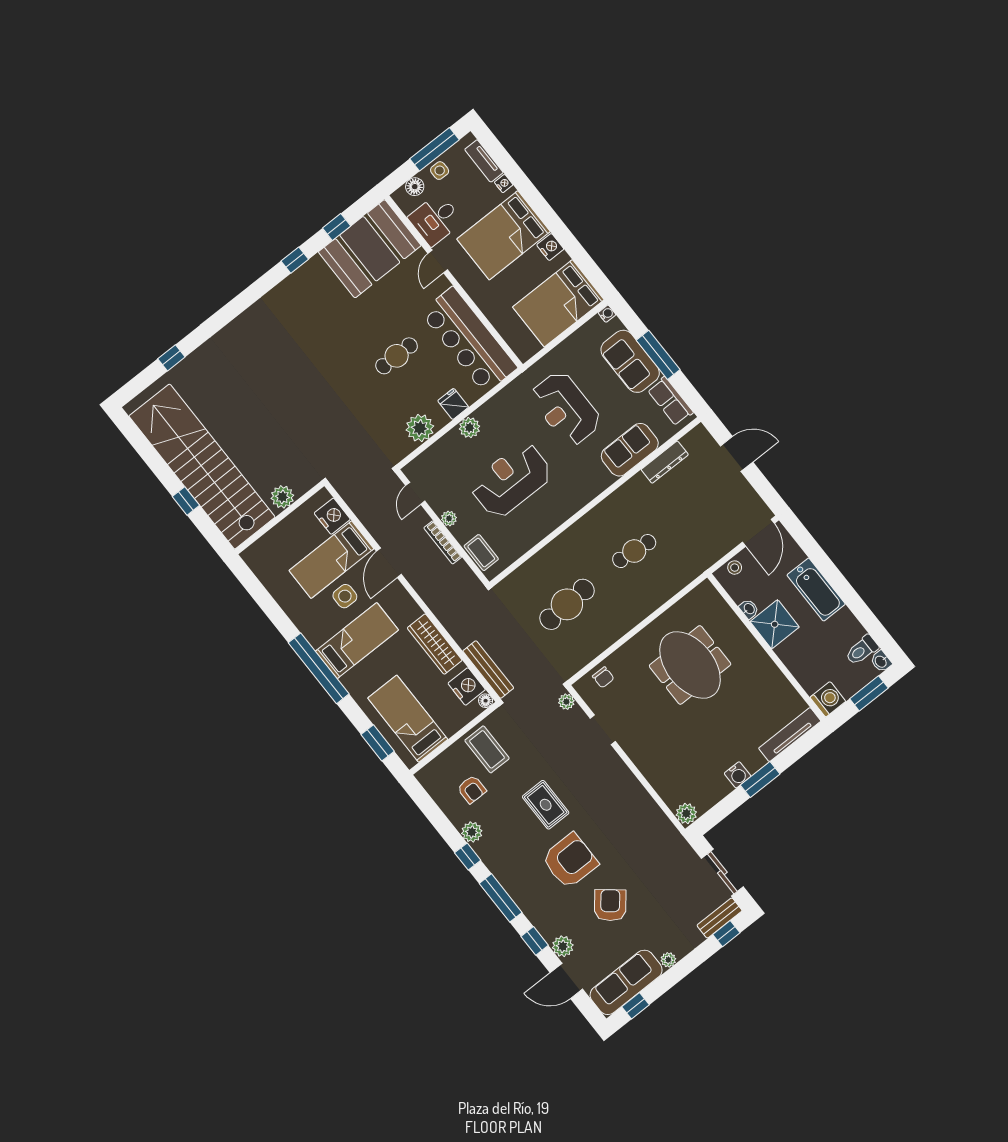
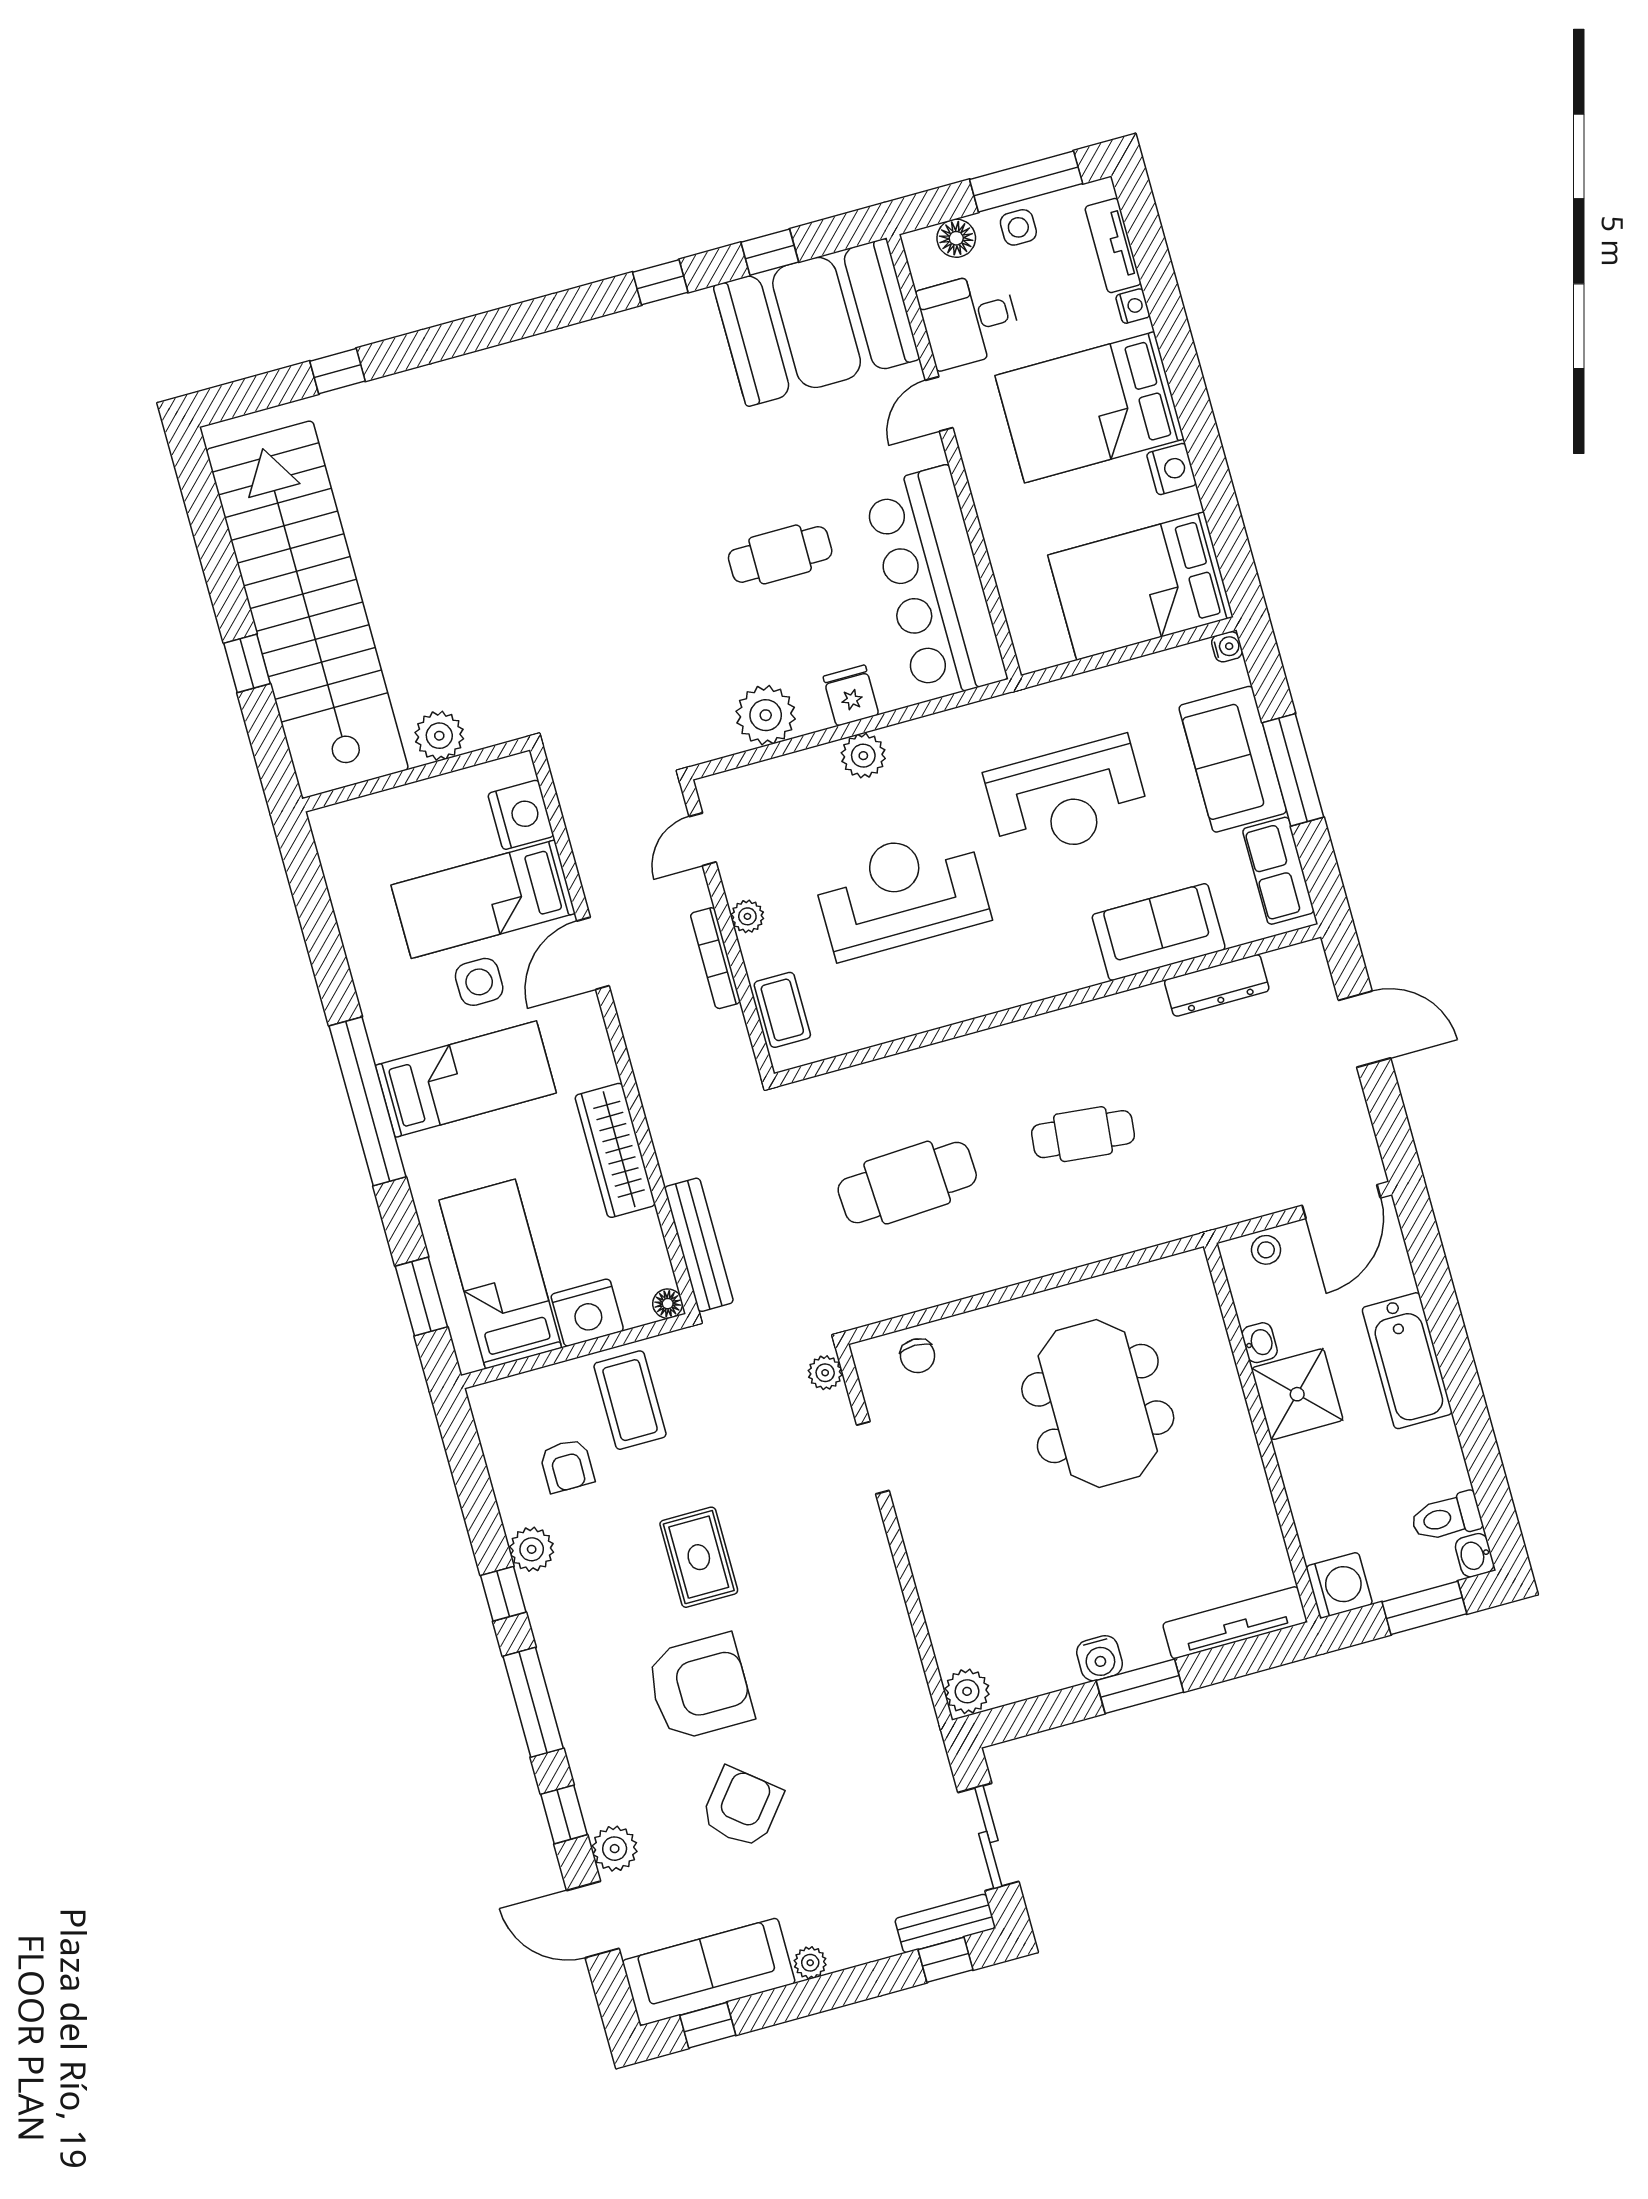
reception desk: (566, 408) -> (1067, 798), turned -90
nightstand: (467, 686) -> (587, 1313), moved, turned 90

